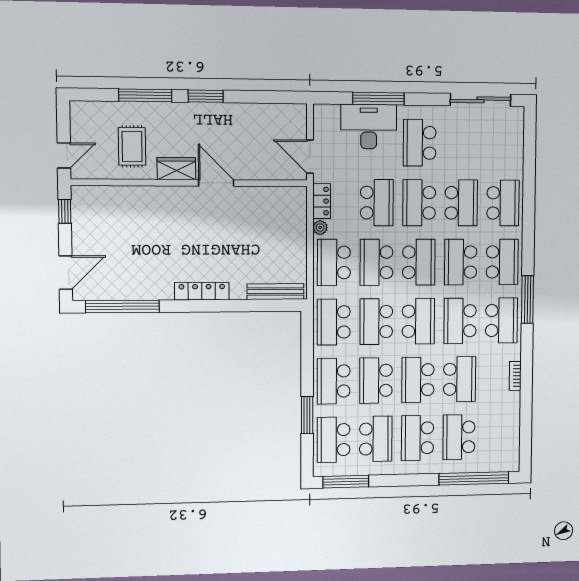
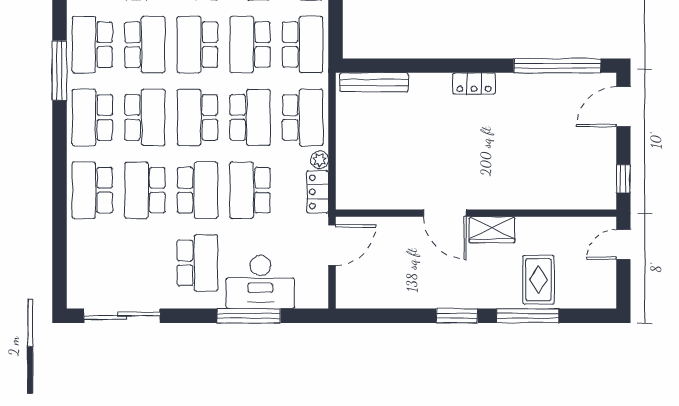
rug: (132, 146) -> (538, 280), moved
door: (310, 157) -> (332, 245), hinge flipped
locker: (202, 291) -> (474, 83), width x0.66
school desk: (376, 322) -> (250, 45), turned 180

